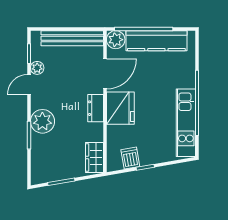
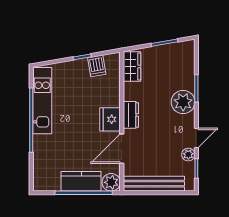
kitchen counter: (156, 41) -> (81, 181), width x0.67
fridge: (120, 108) -> (110, 119), width x0.73, depth x0.75

